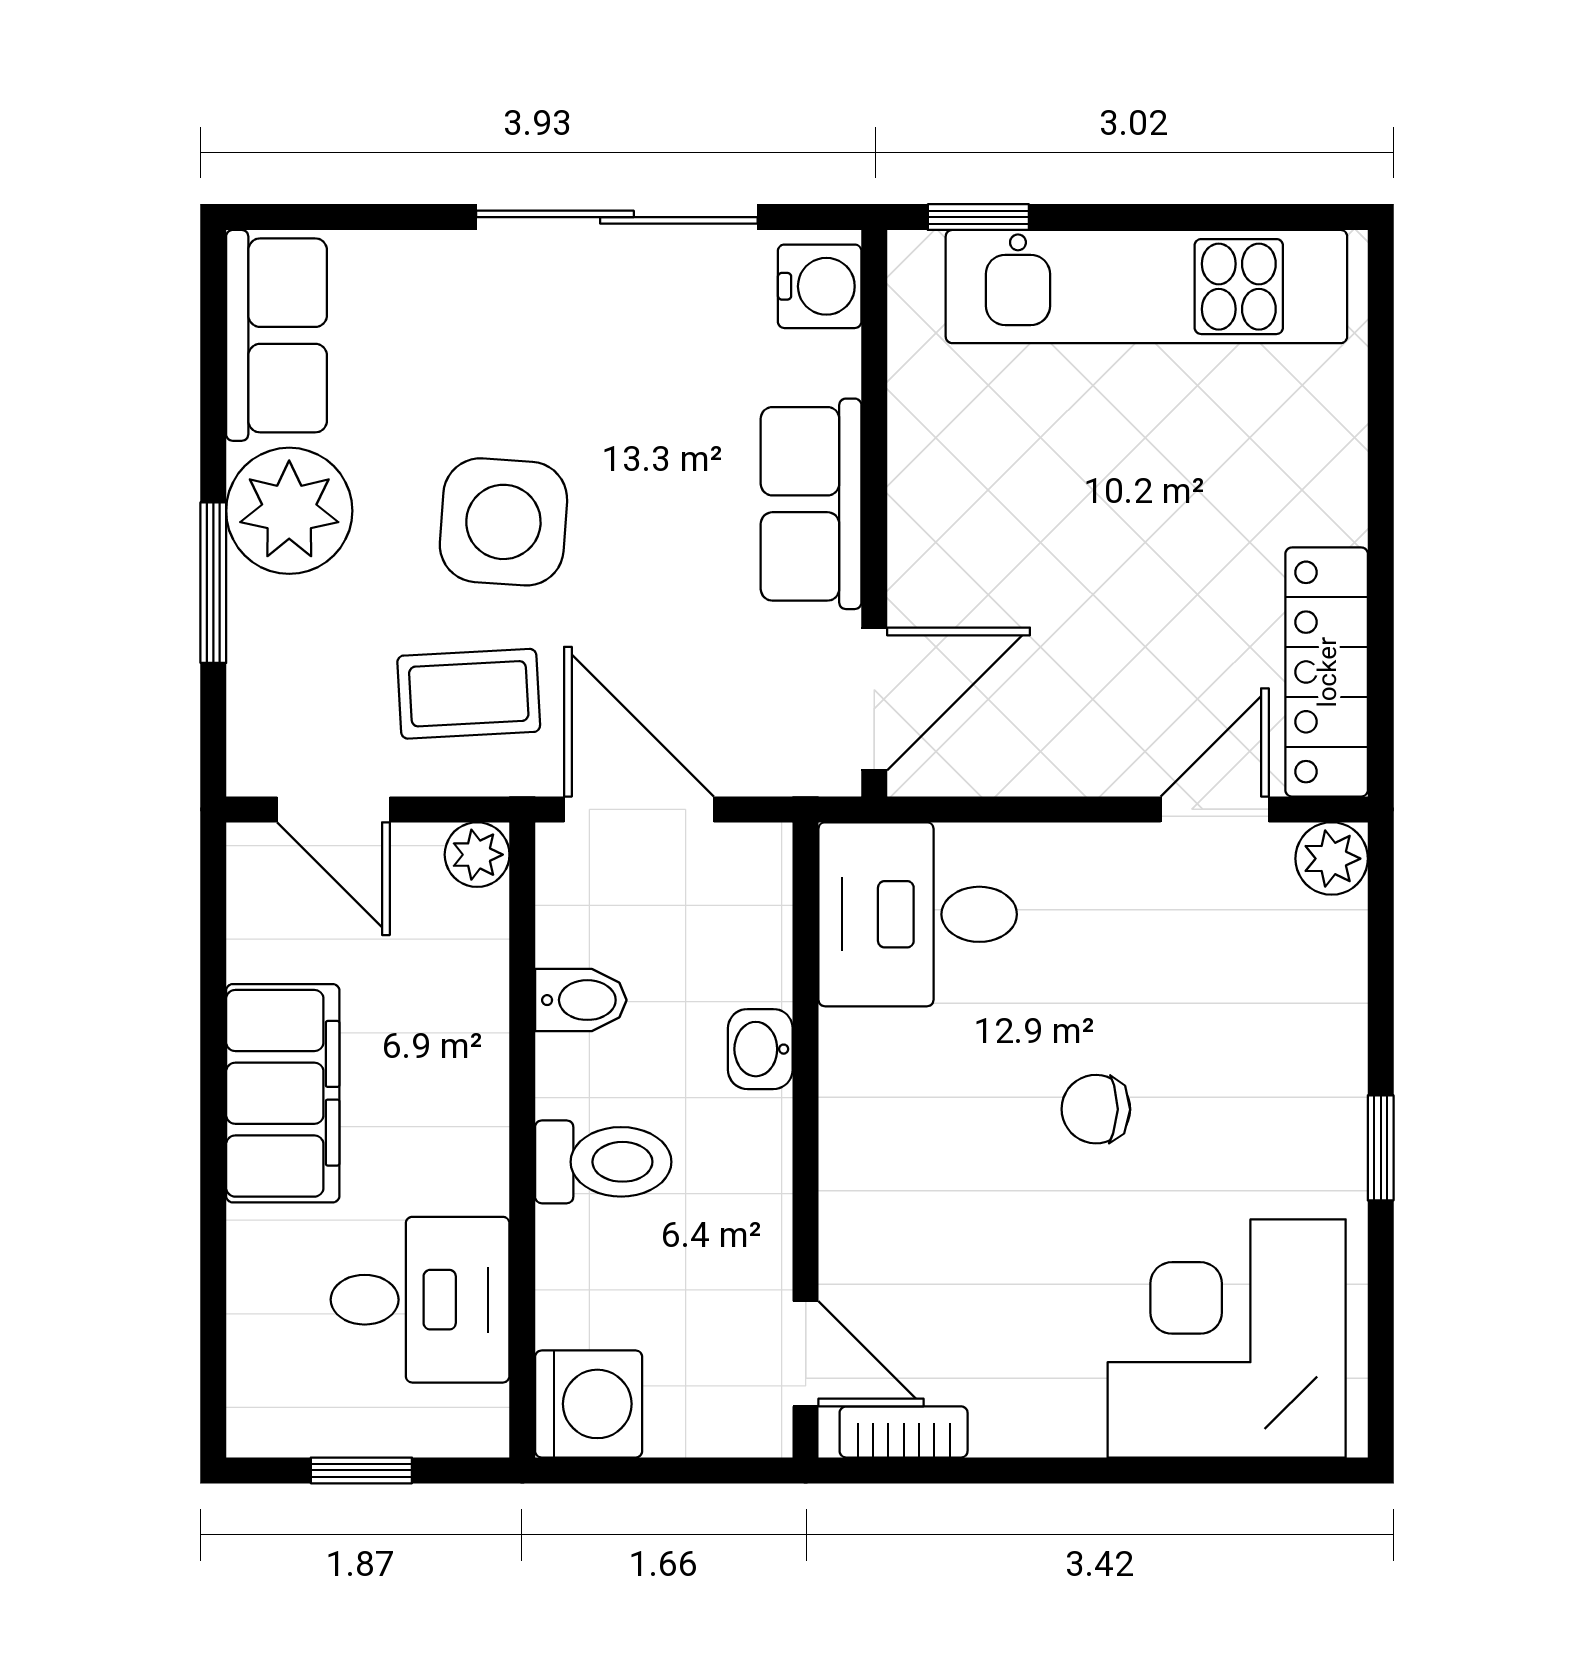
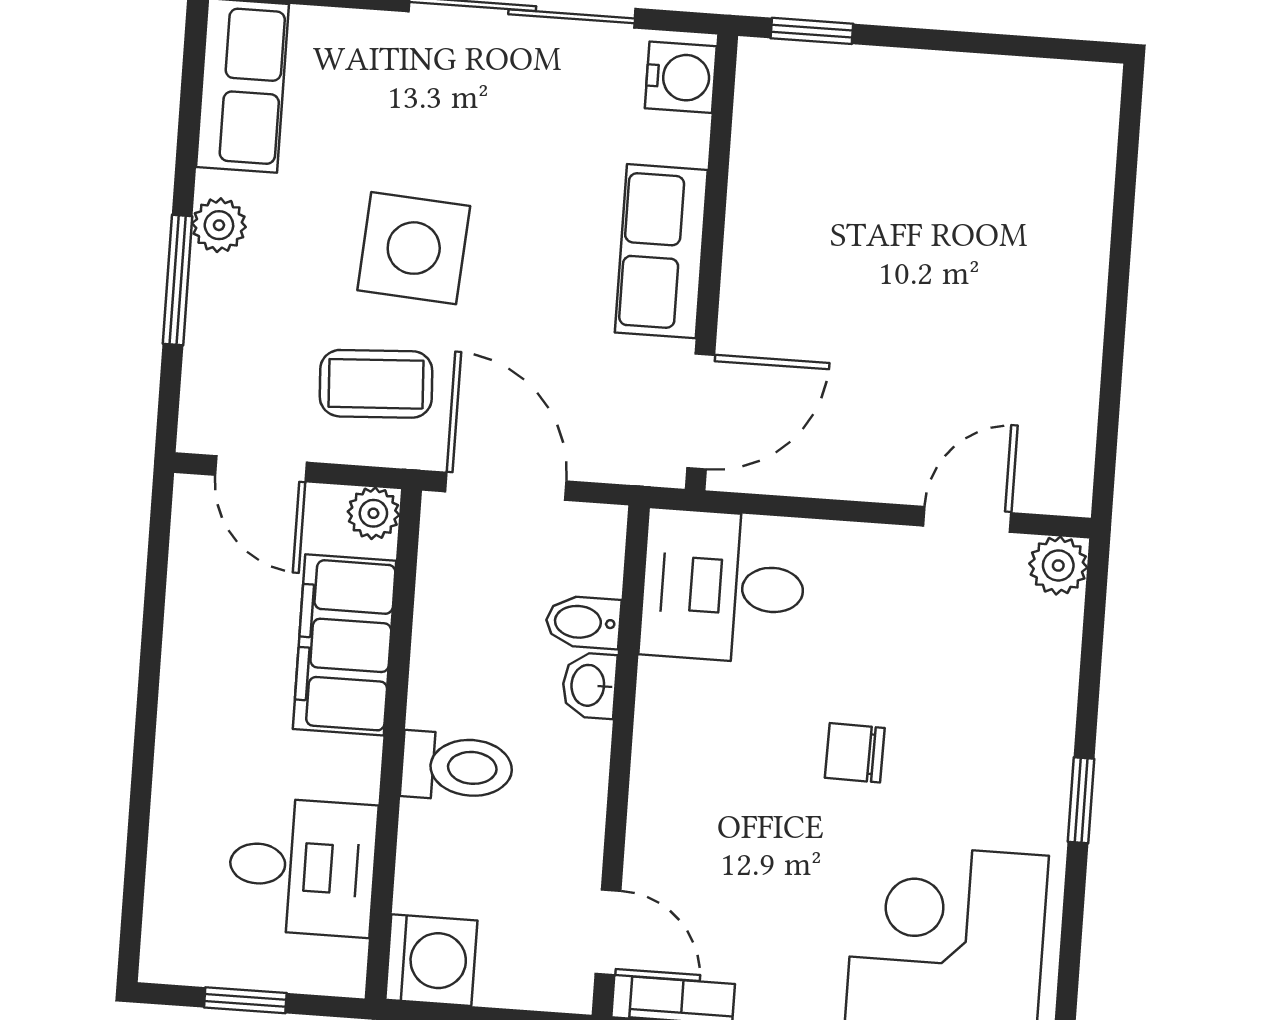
kitchen unit: (1146, 287) -> (943, 96), removed
plant: (289, 511) -> (219, 225), width x0.53, depth x0.53
locker: (1327, 672) -> (1065, 416), removed
bidet: (581, 1000) -> (583, 622), moved, turned 180
filing cabinet: (283, 1093) -> (344, 645), moved, turned 180

